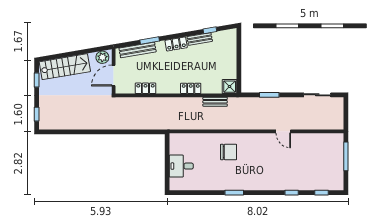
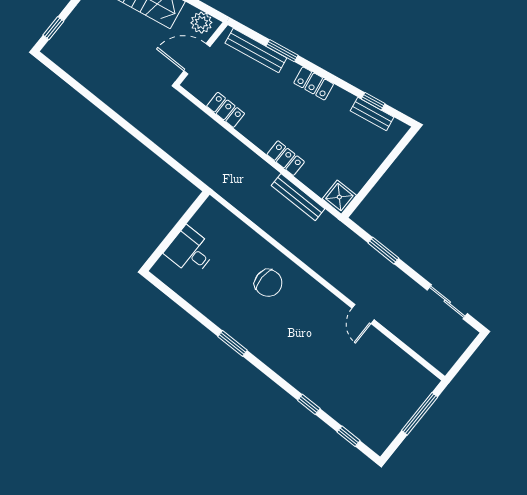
bench: (200, 39) -> (372, 114), moved
bench: (215, 102) -> (298, 197), width x1.36

